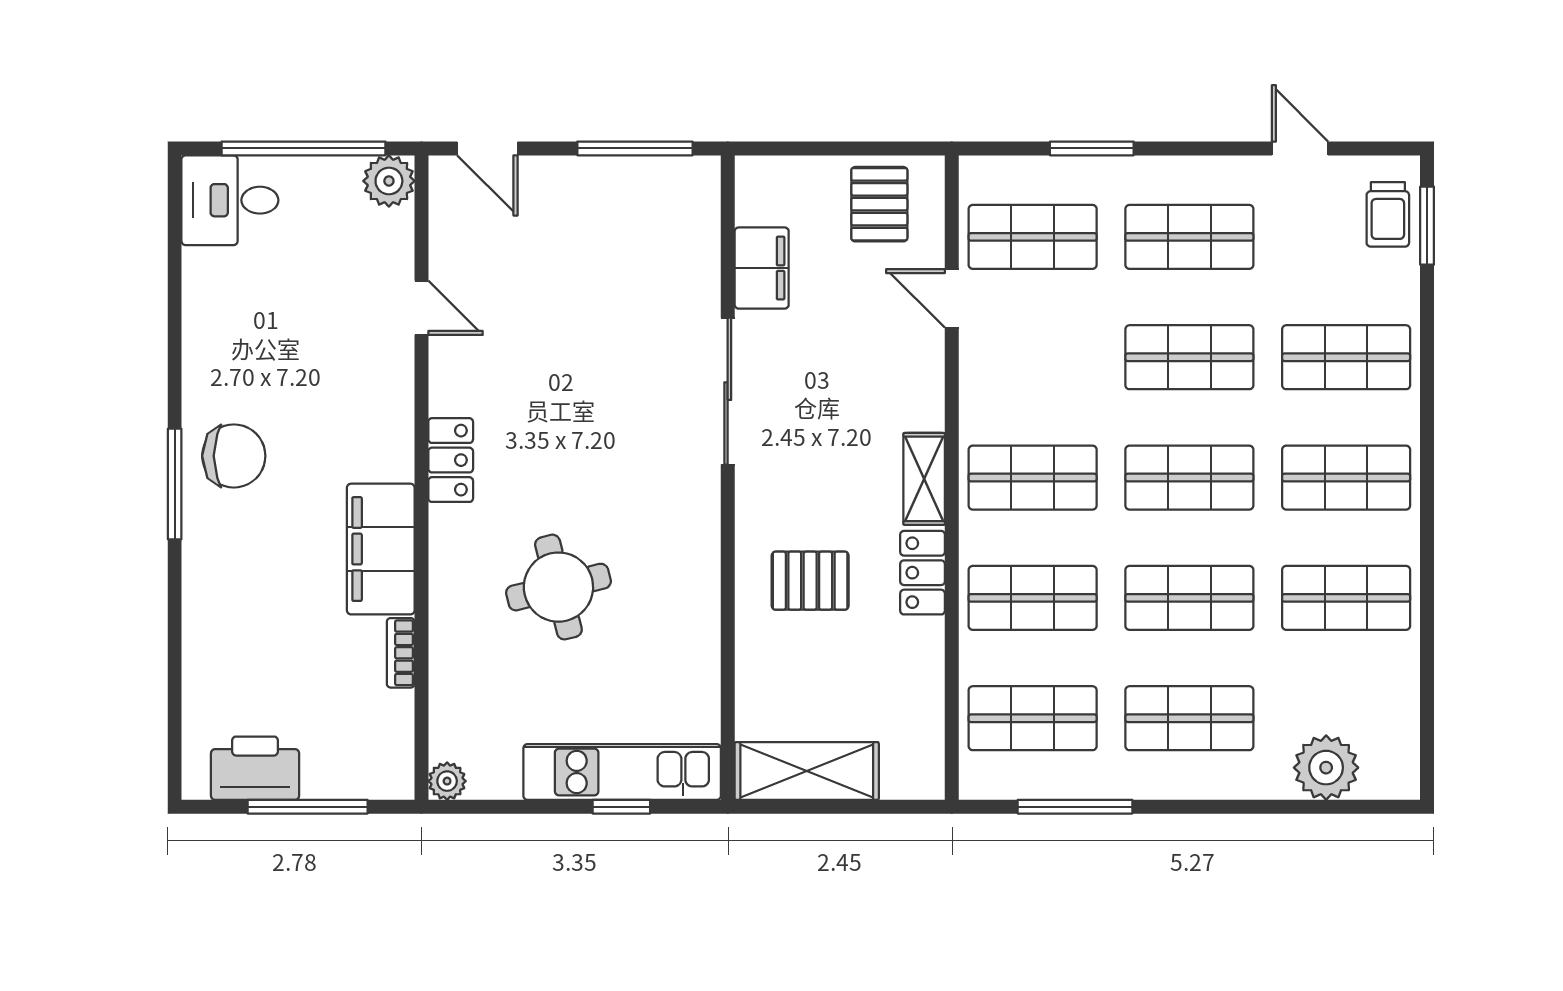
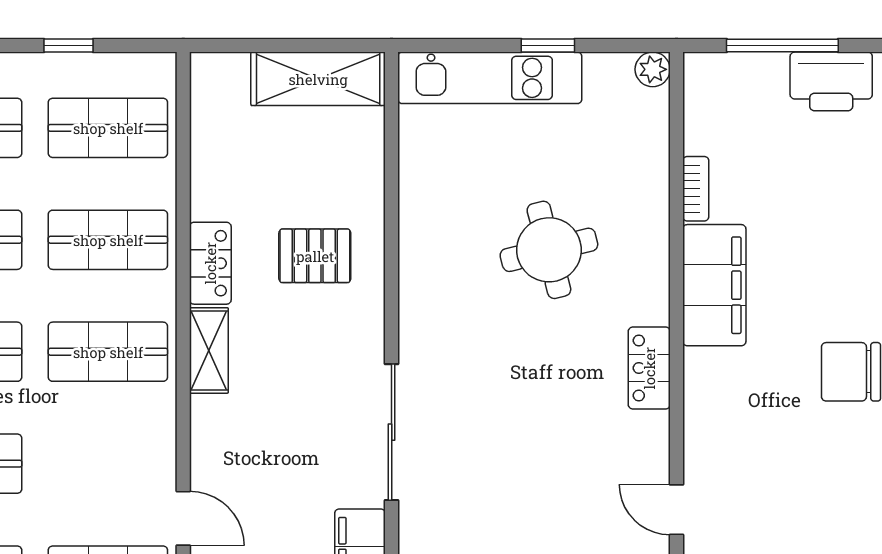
window: (621, 807) -> (548, 46), moved
window: (1075, 807) -> (68, 46), width x0.46

